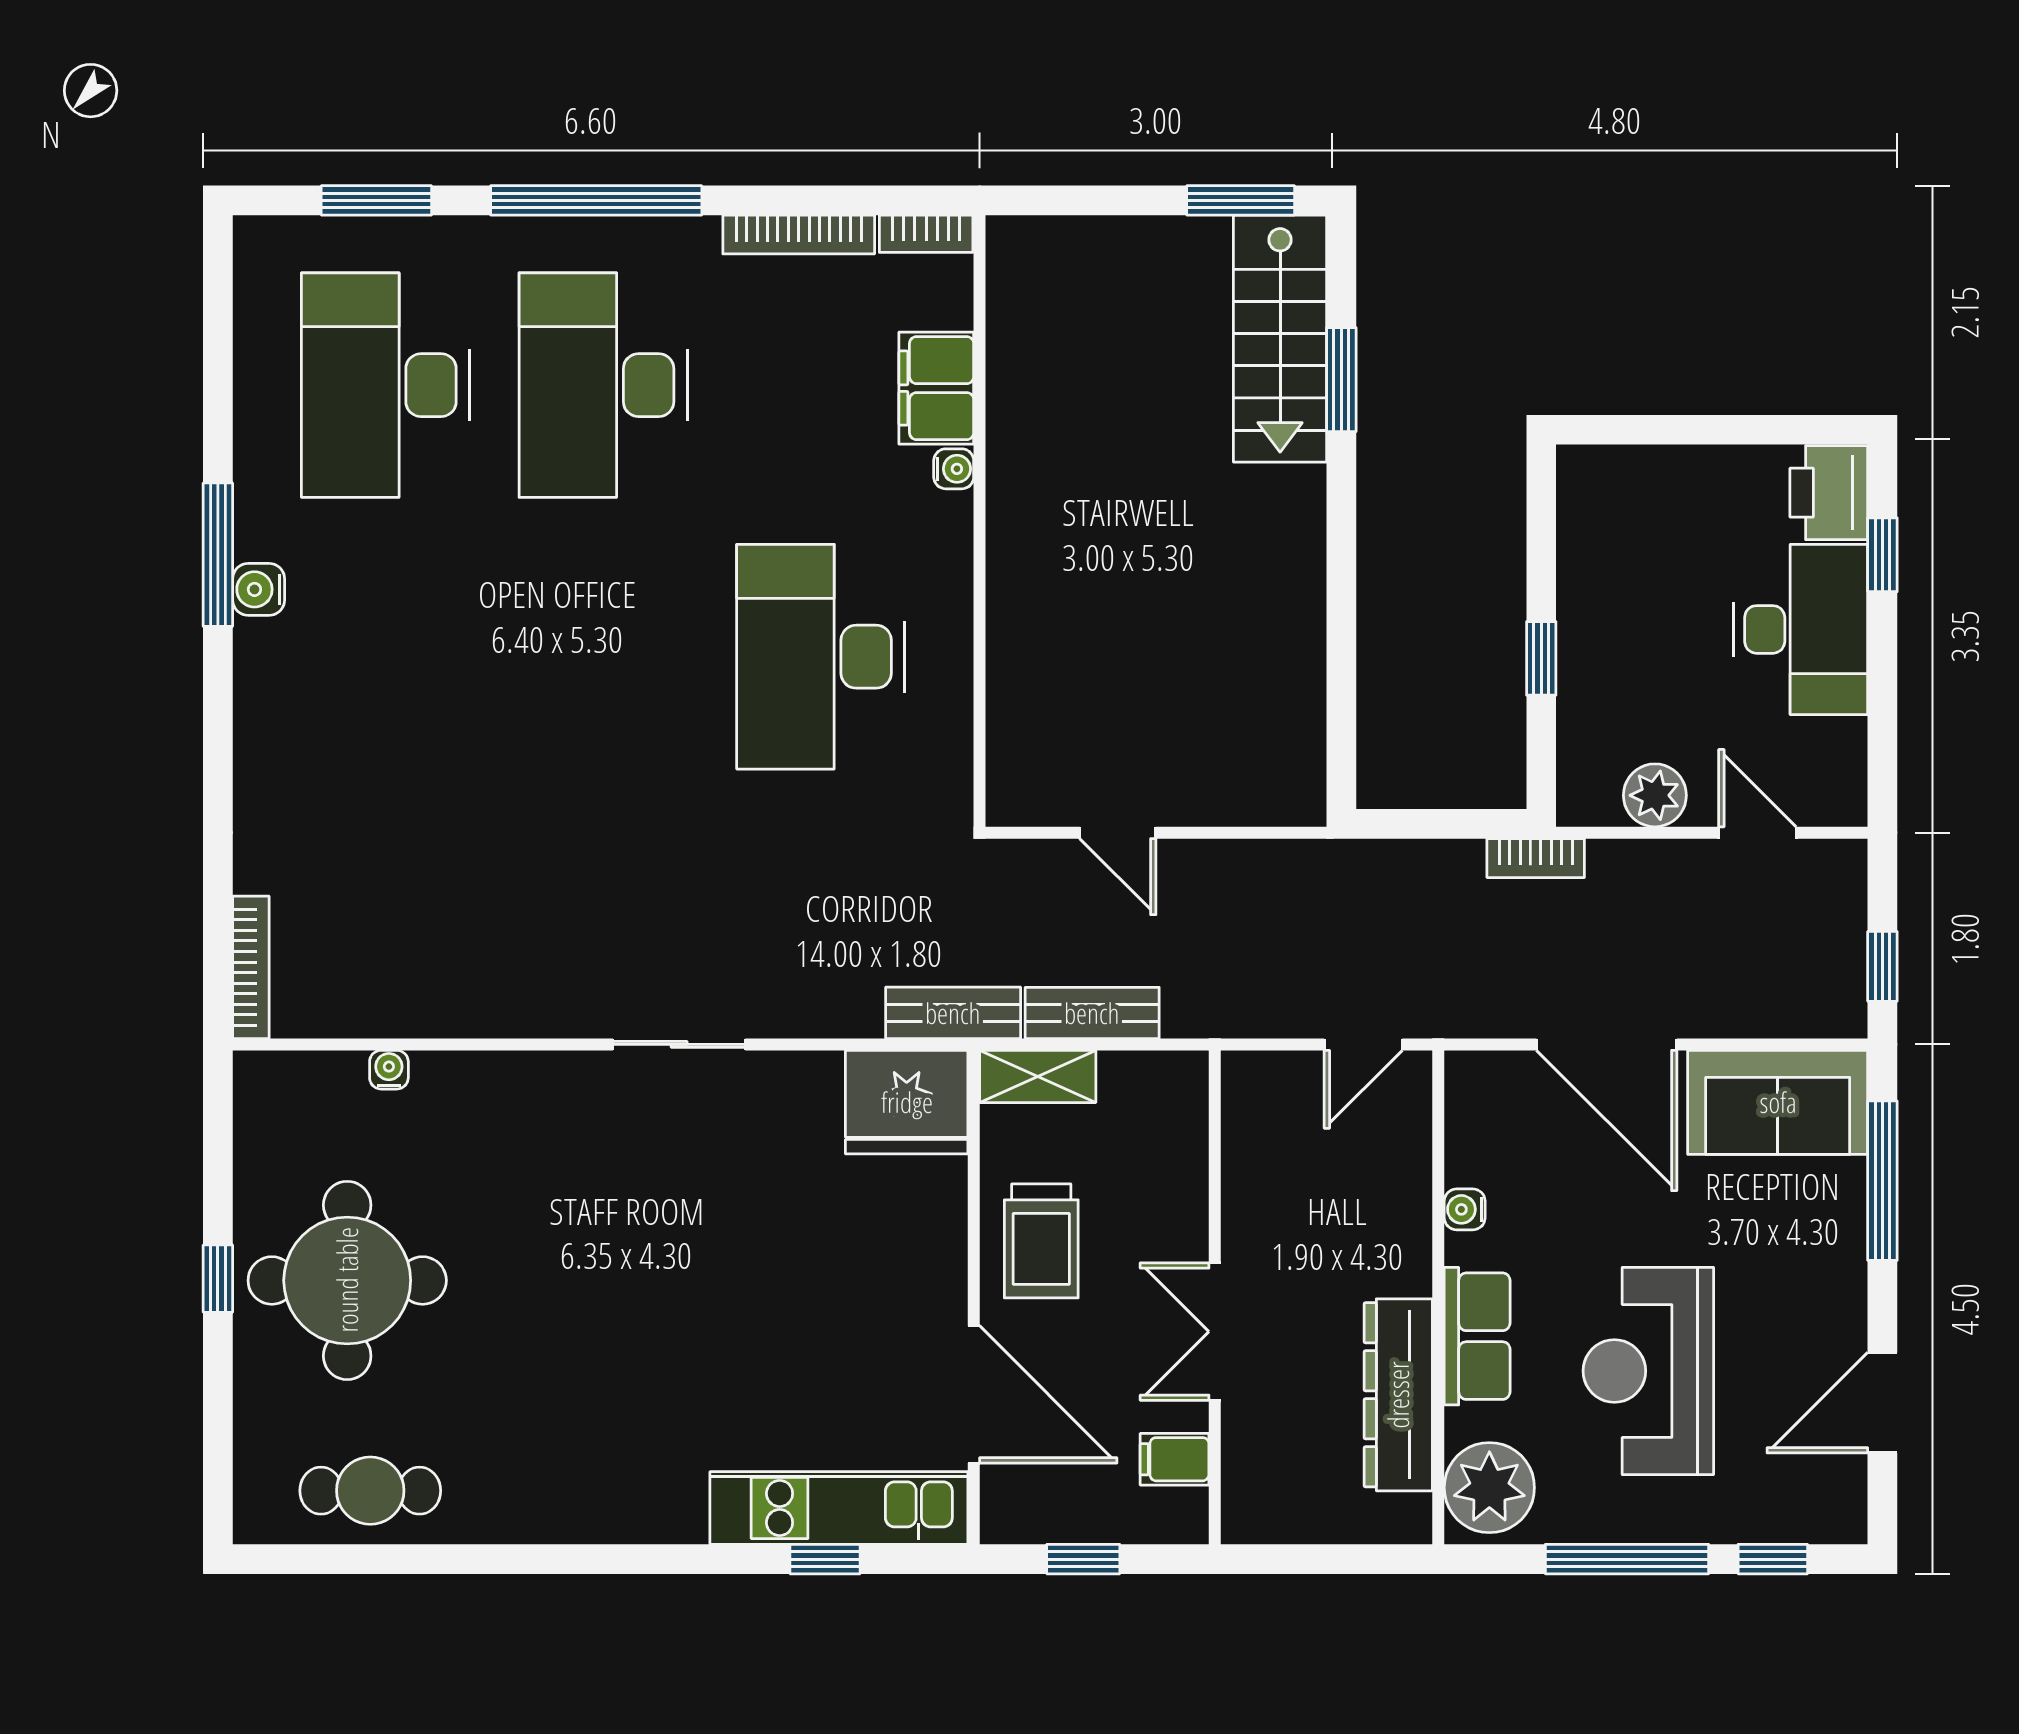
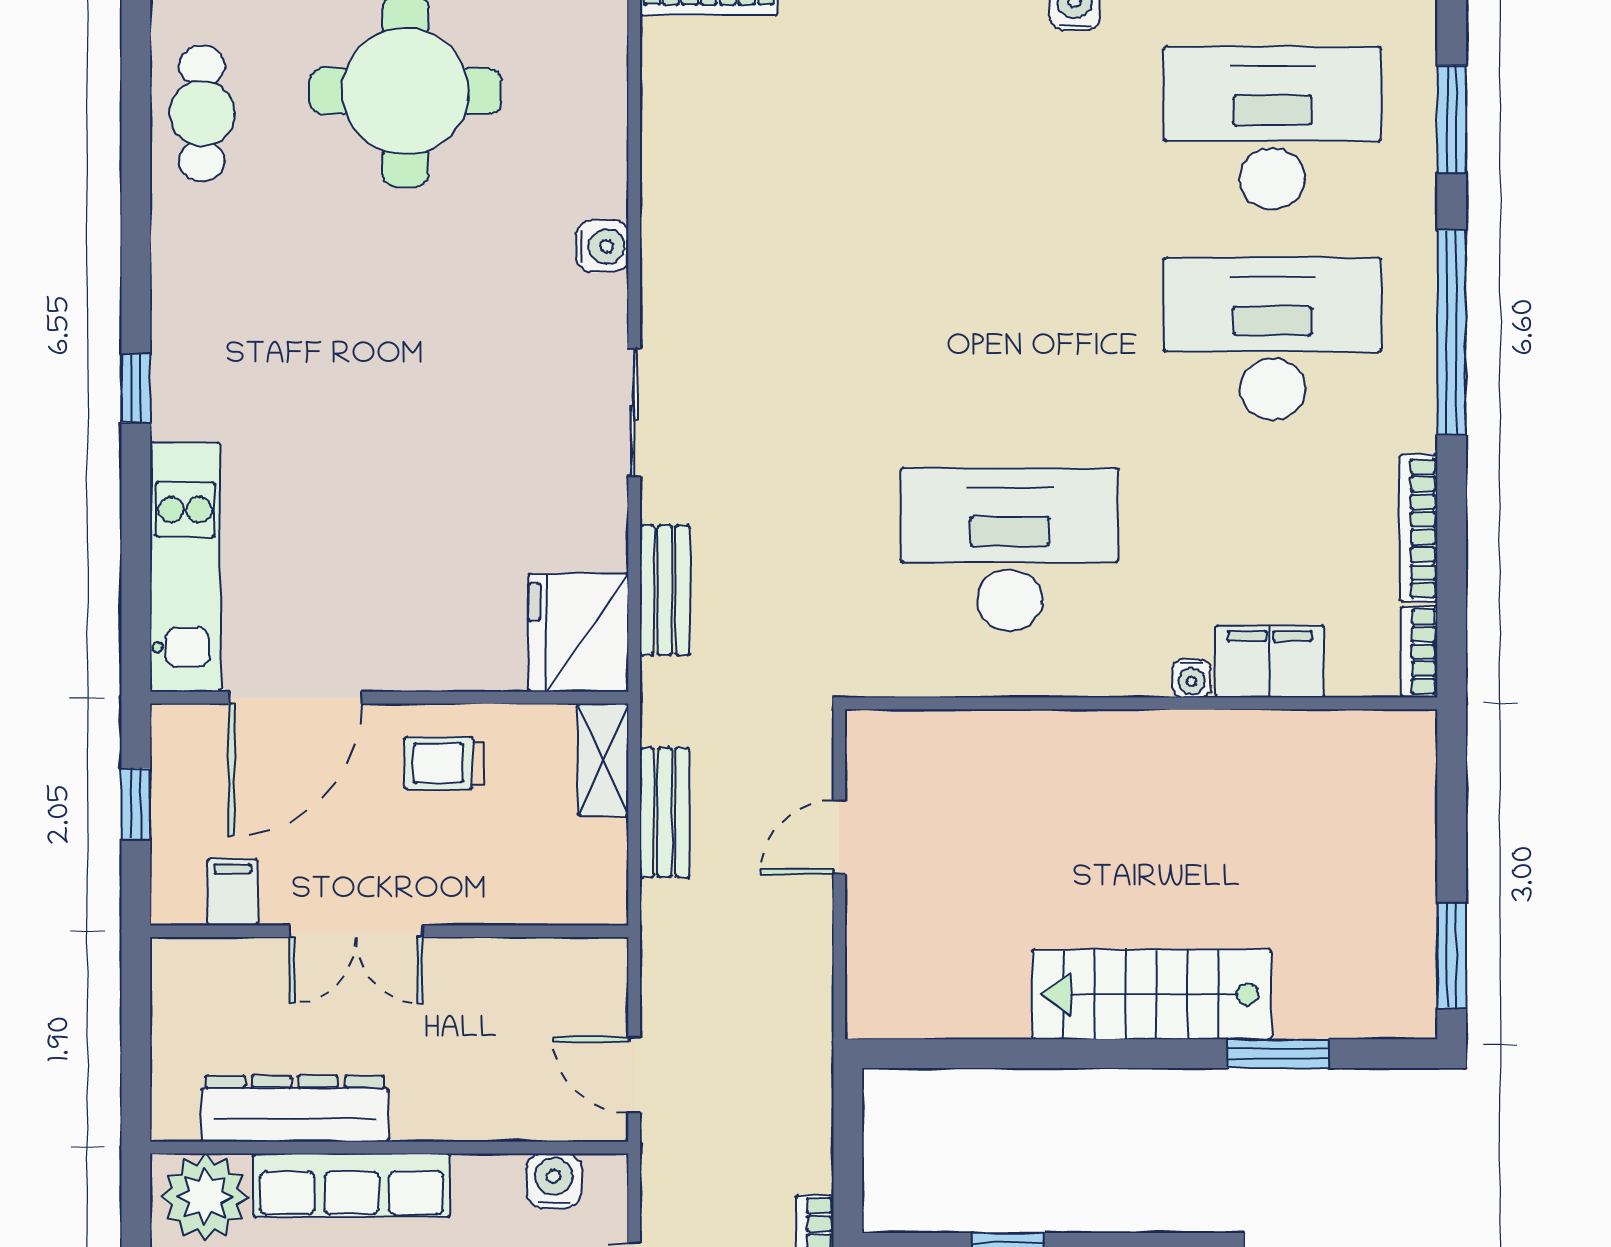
stairs: (1280, 339) -> (1152, 994), moved
bench: (953, 1013) -> (665, 590), moved
water cooler: (389, 1070) -> (603, 246), moved, width x1.38, depth x1.38
water cooler: (1465, 1209) -> (554, 1181), moved, width x1.38, depth x1.38
trolley: (1041, 1241) -> (444, 763), width x0.73, depth x0.72
double door: (1215, 1332) -> (356, 931), swing flipped
row of seats: (1477, 1336) -> (352, 1185), width x1.48
window: (825, 1559) -> (136, 388), moved

